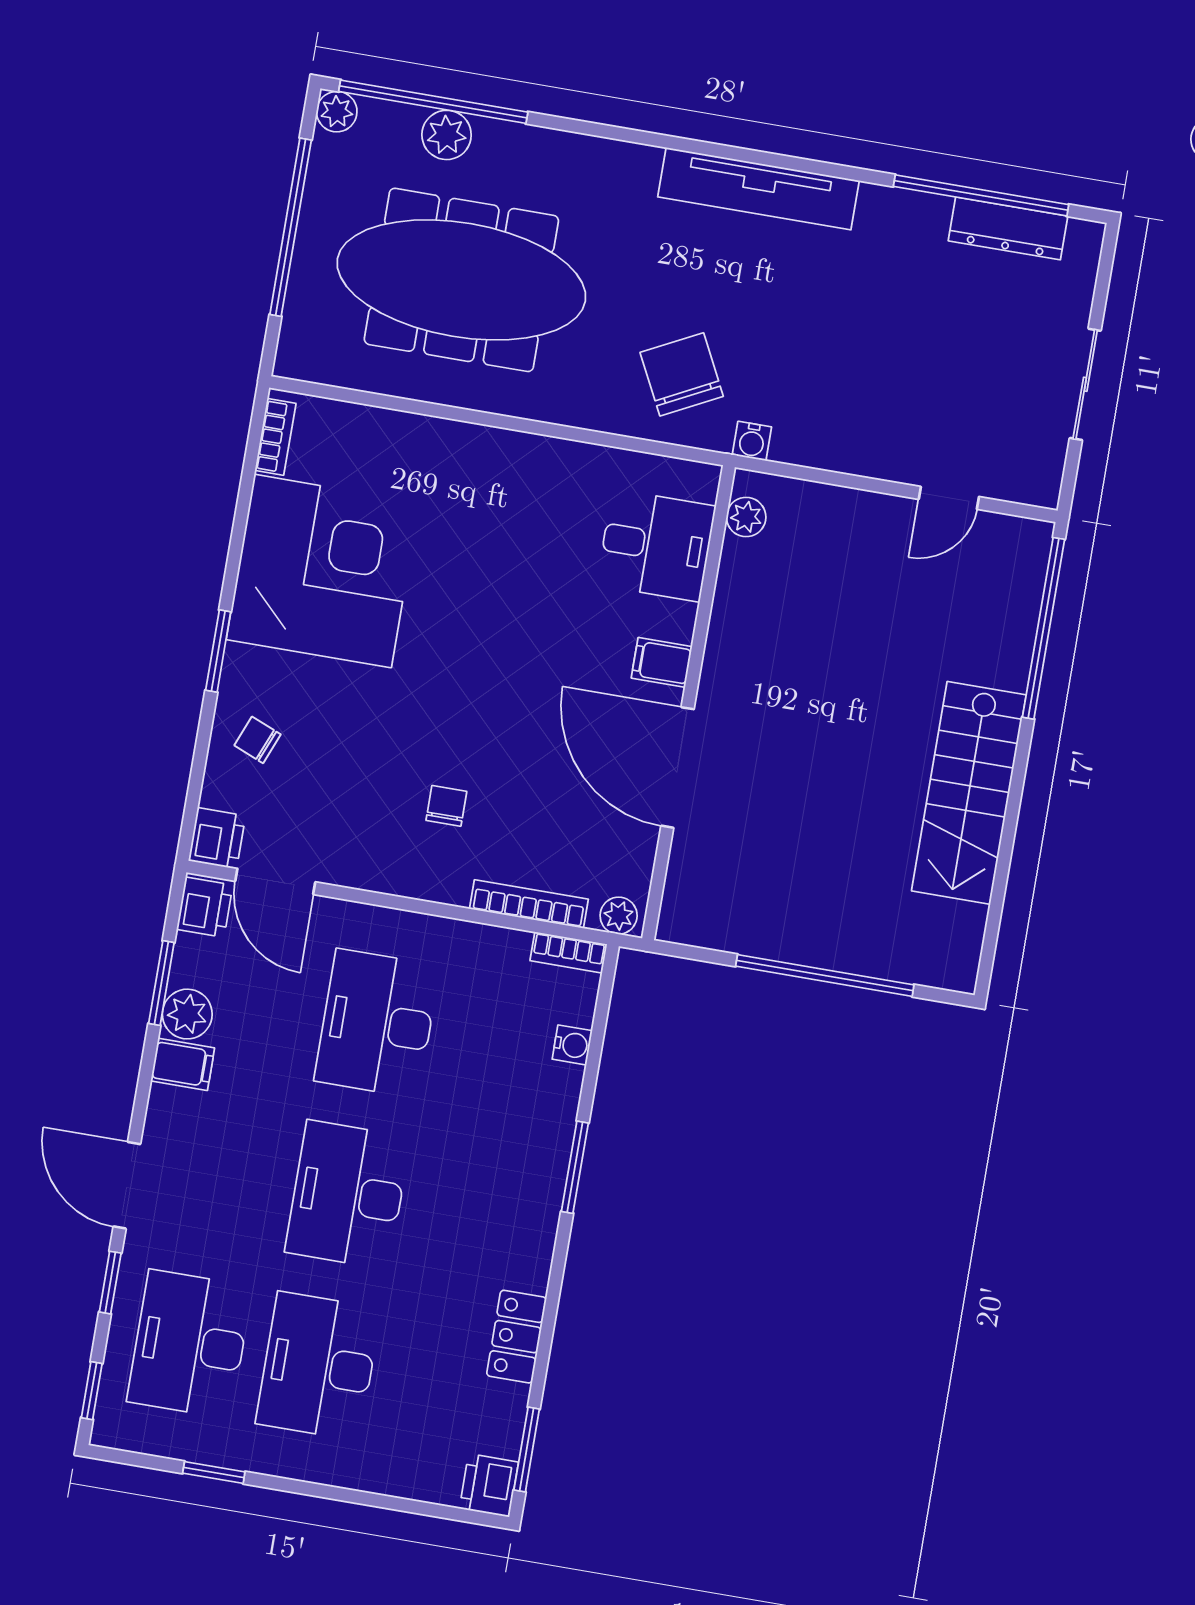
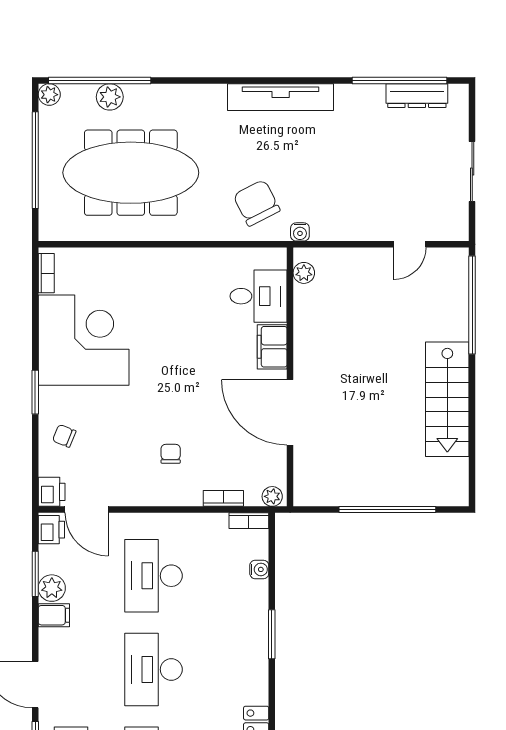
filing cabinet: (662, 662) -> (272, 347), width x2.00
bookcase: (529, 904) -> (223, 498), width x0.64

